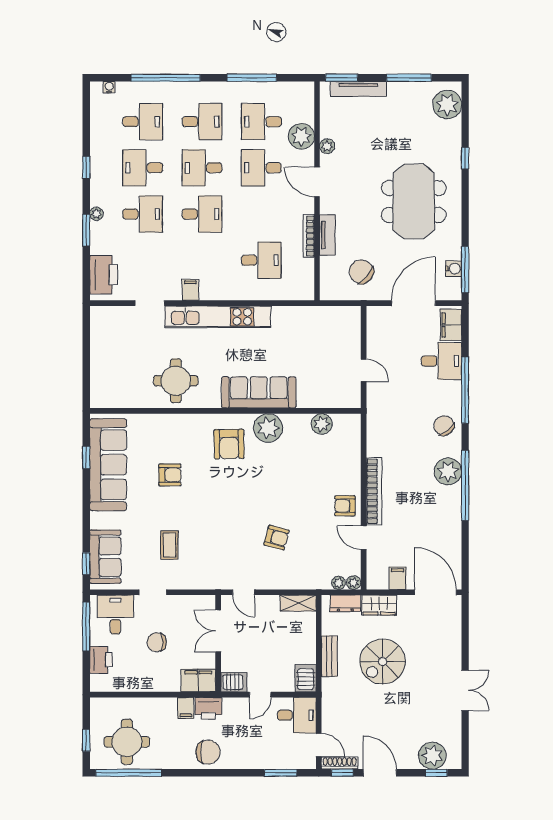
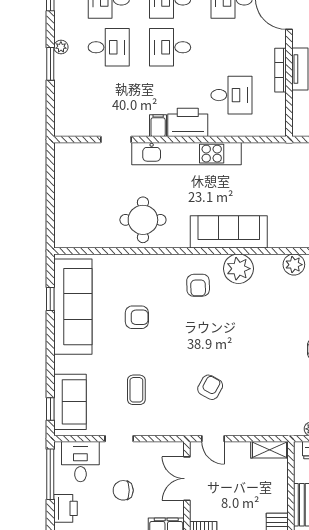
desk: (202, 214) -> (170, 47), turned 180
printer: (104, 275) -> (188, 122), moved, turned -90
armchair: (229, 444) -> (198, 285), width x0.72, depth x0.72
armchair: (276, 538) -> (210, 387), moved, turned -76

